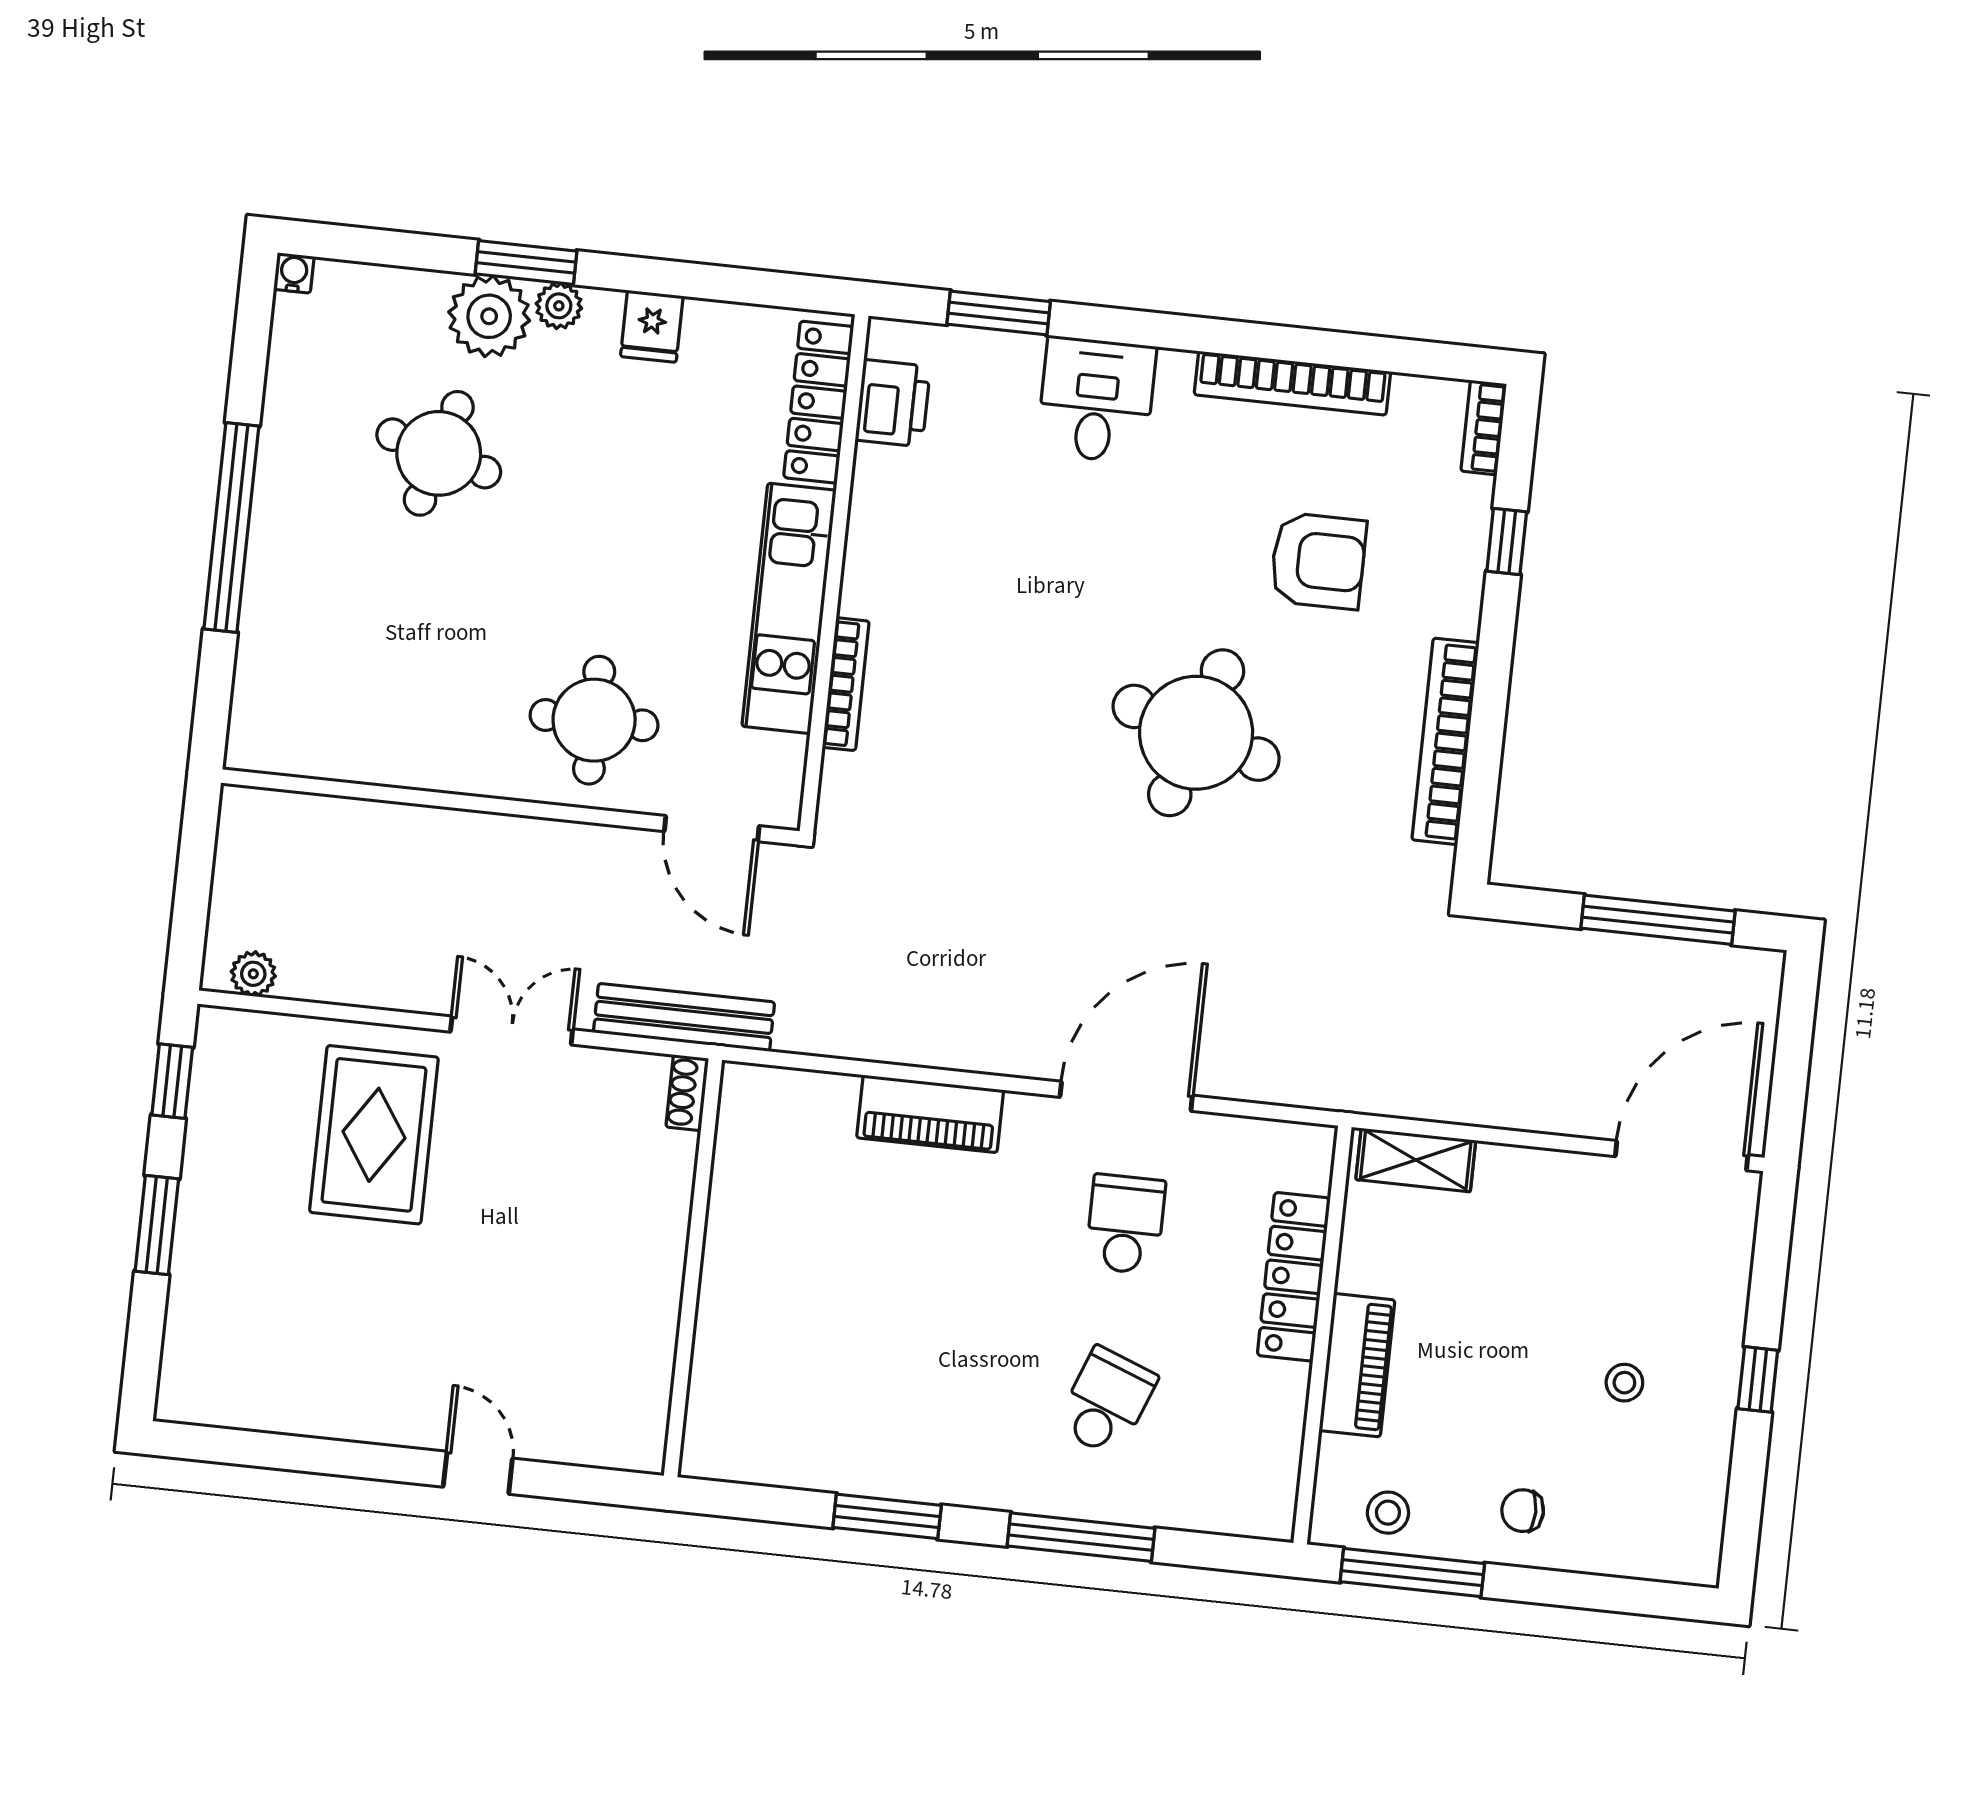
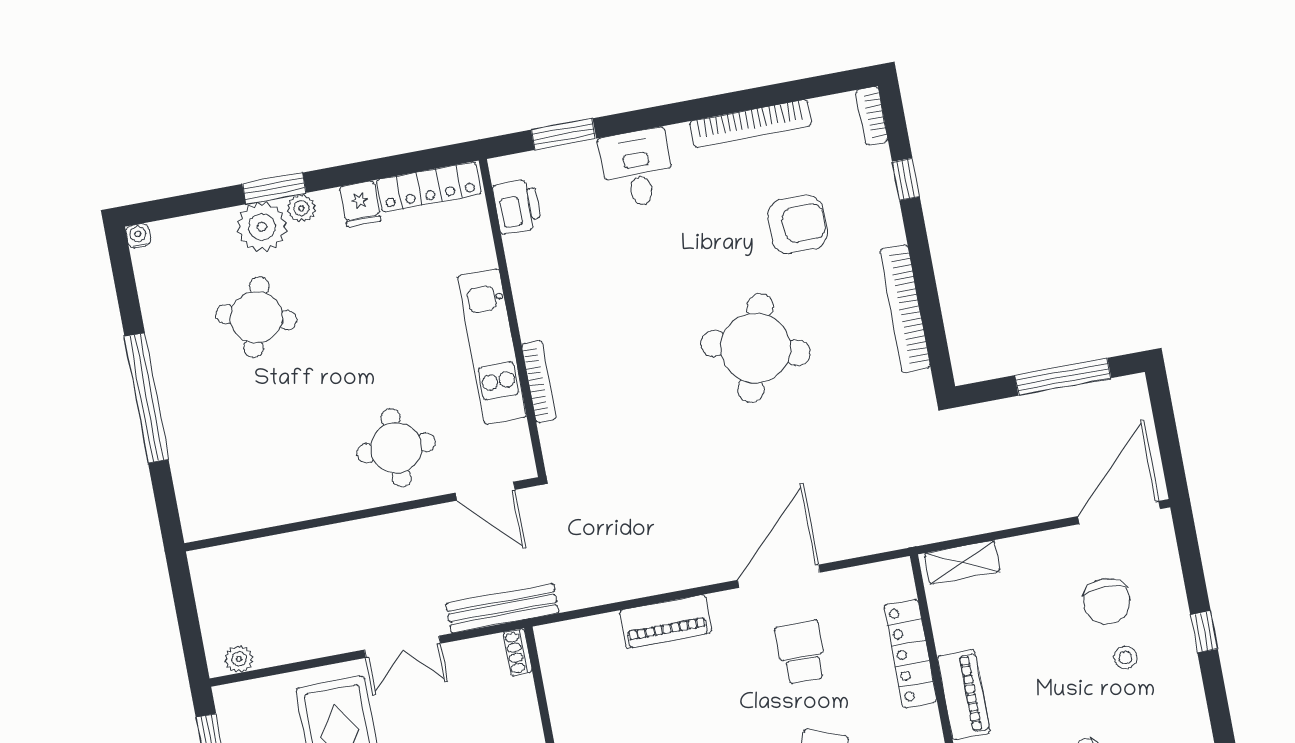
locker: (819, 402) -> (429, 187), moved, turned -90
double door: (512, 1031) -> (402, 647), swing flipped
chair: (1622, 1287) -> (1107, 601), added

